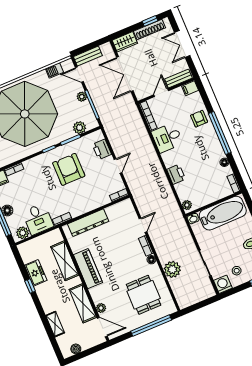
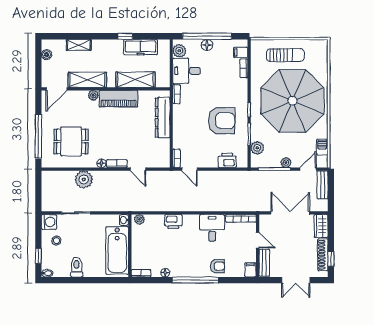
double door: (182, 44) -> (296, 280), swing flipped
door: (118, 166) -> (190, 169), moved
freezer: (36, 273) -> (141, 47), width x1.40
plant: (101, 308) -> (93, 95), moved

